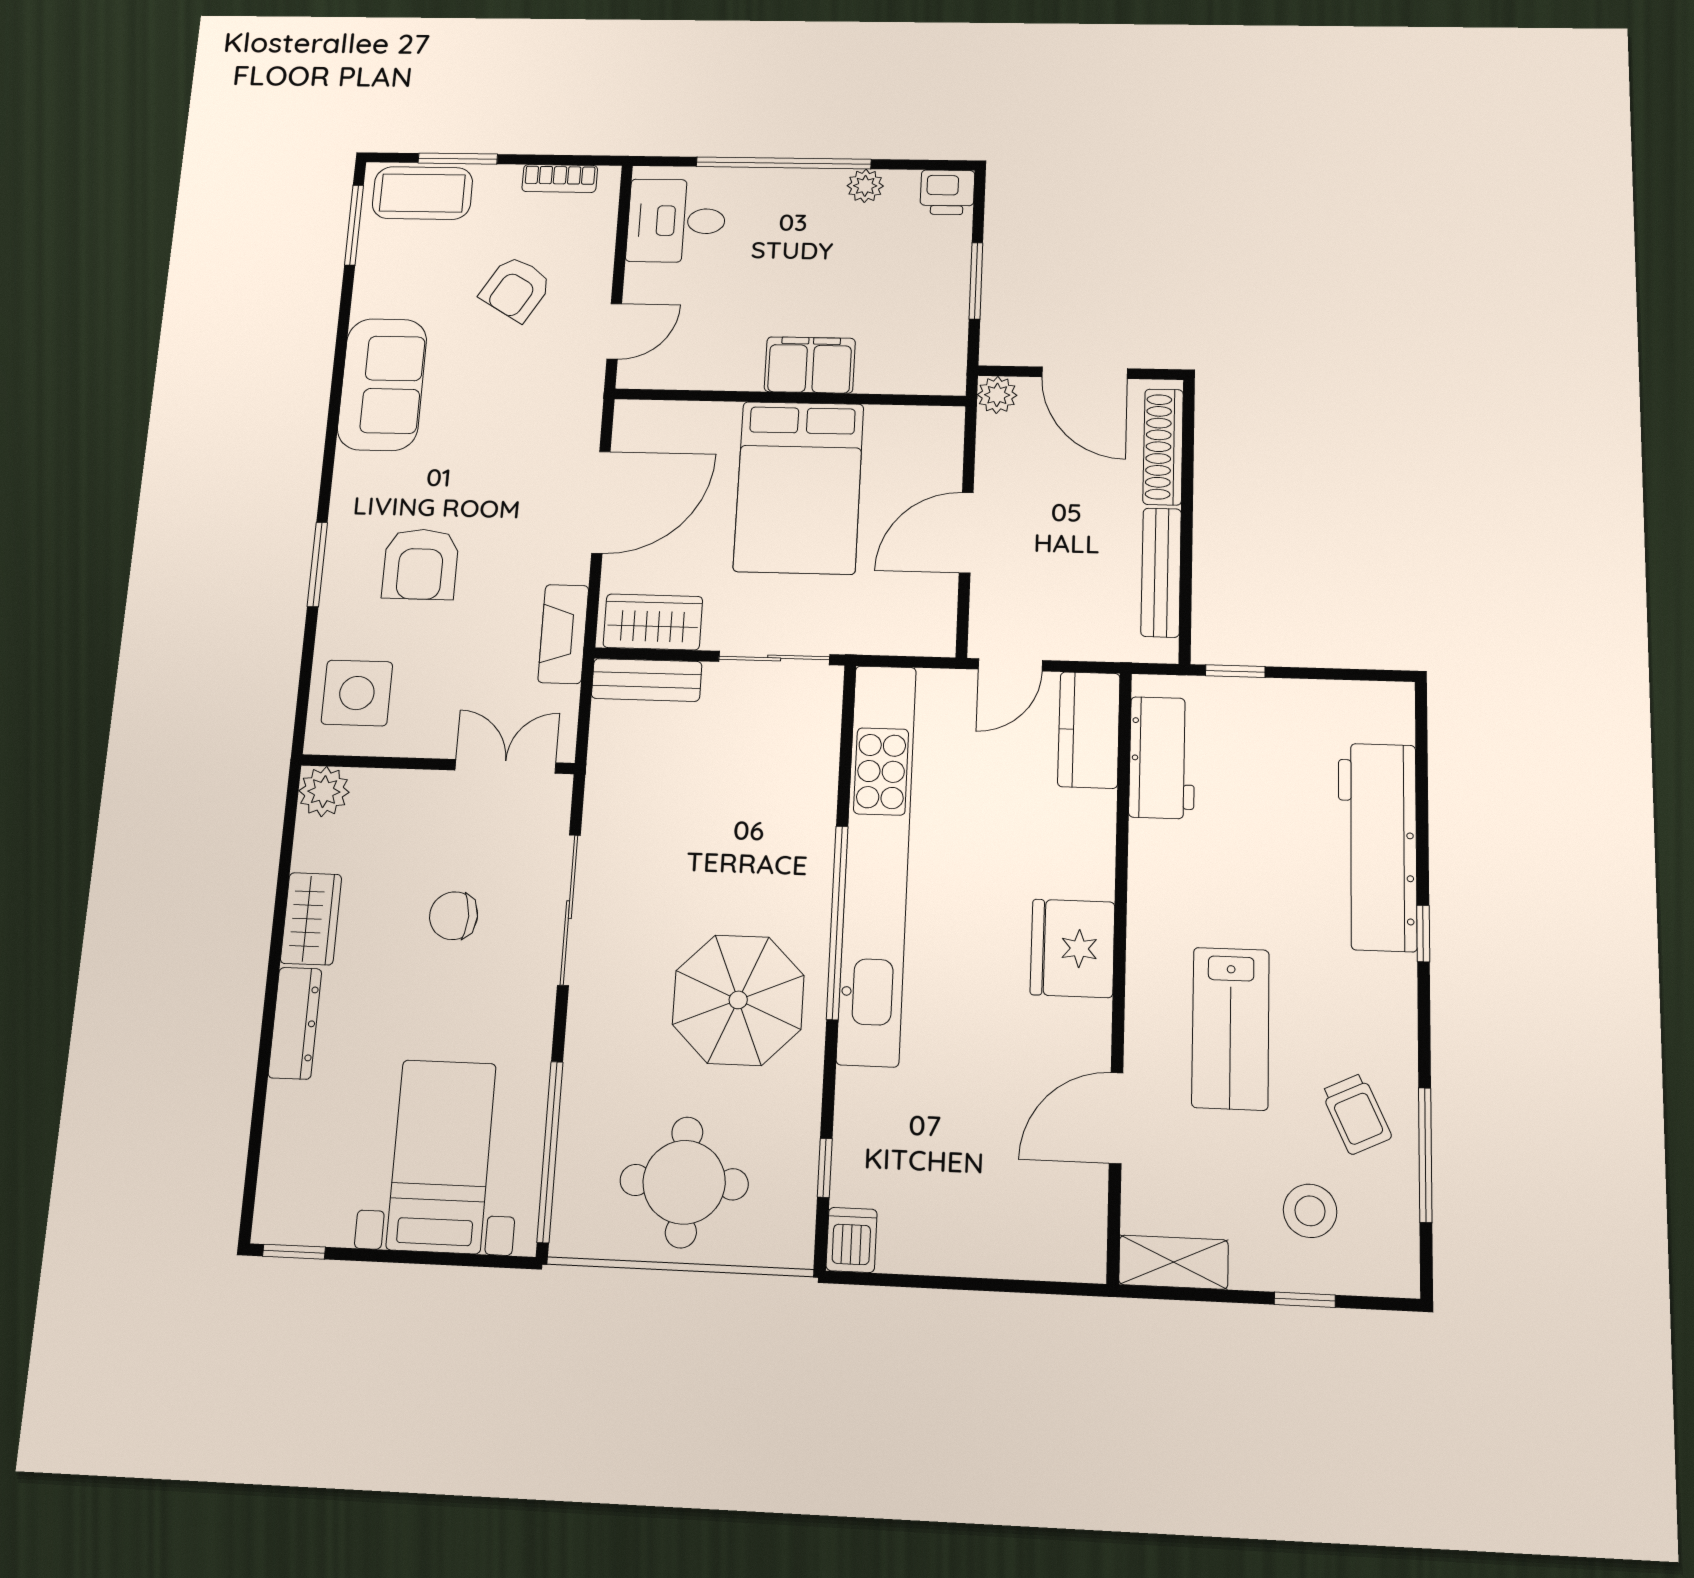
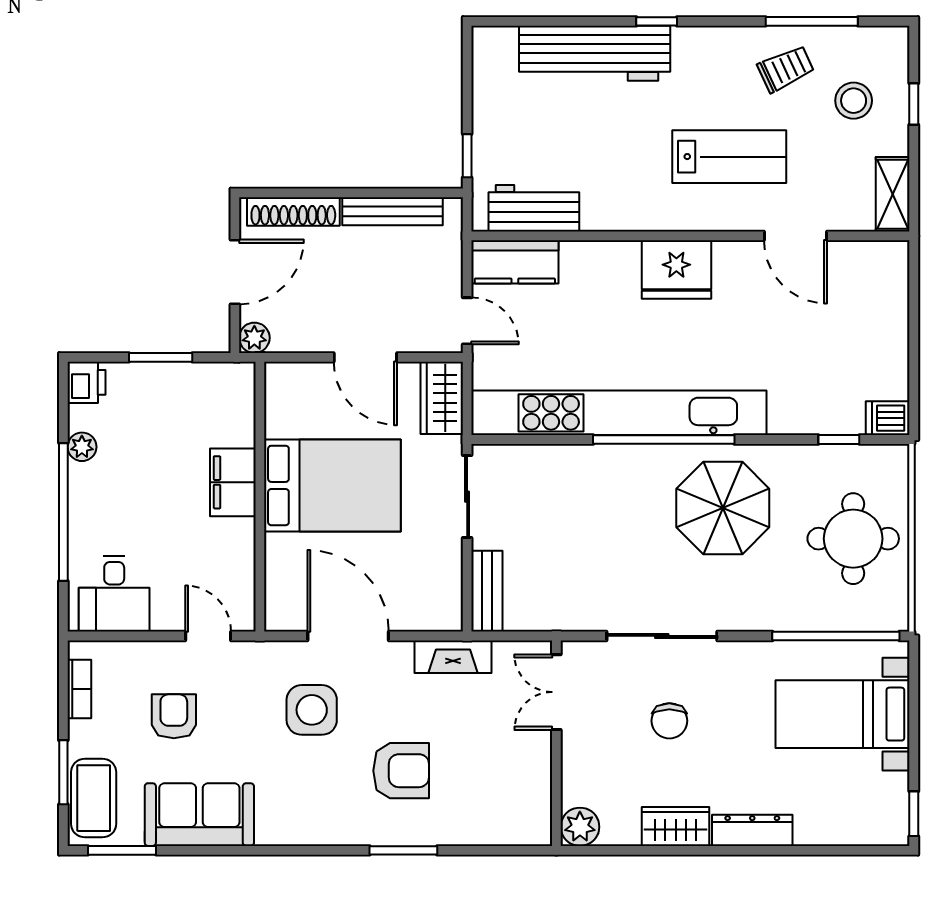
armchair: (516, 289) -> (174, 716), turned -121
sofa: (382, 384) -> (199, 815), moved
wardrobe: (653, 622) -> (442, 398), moved
side table: (357, 693) -> (312, 710), moved

